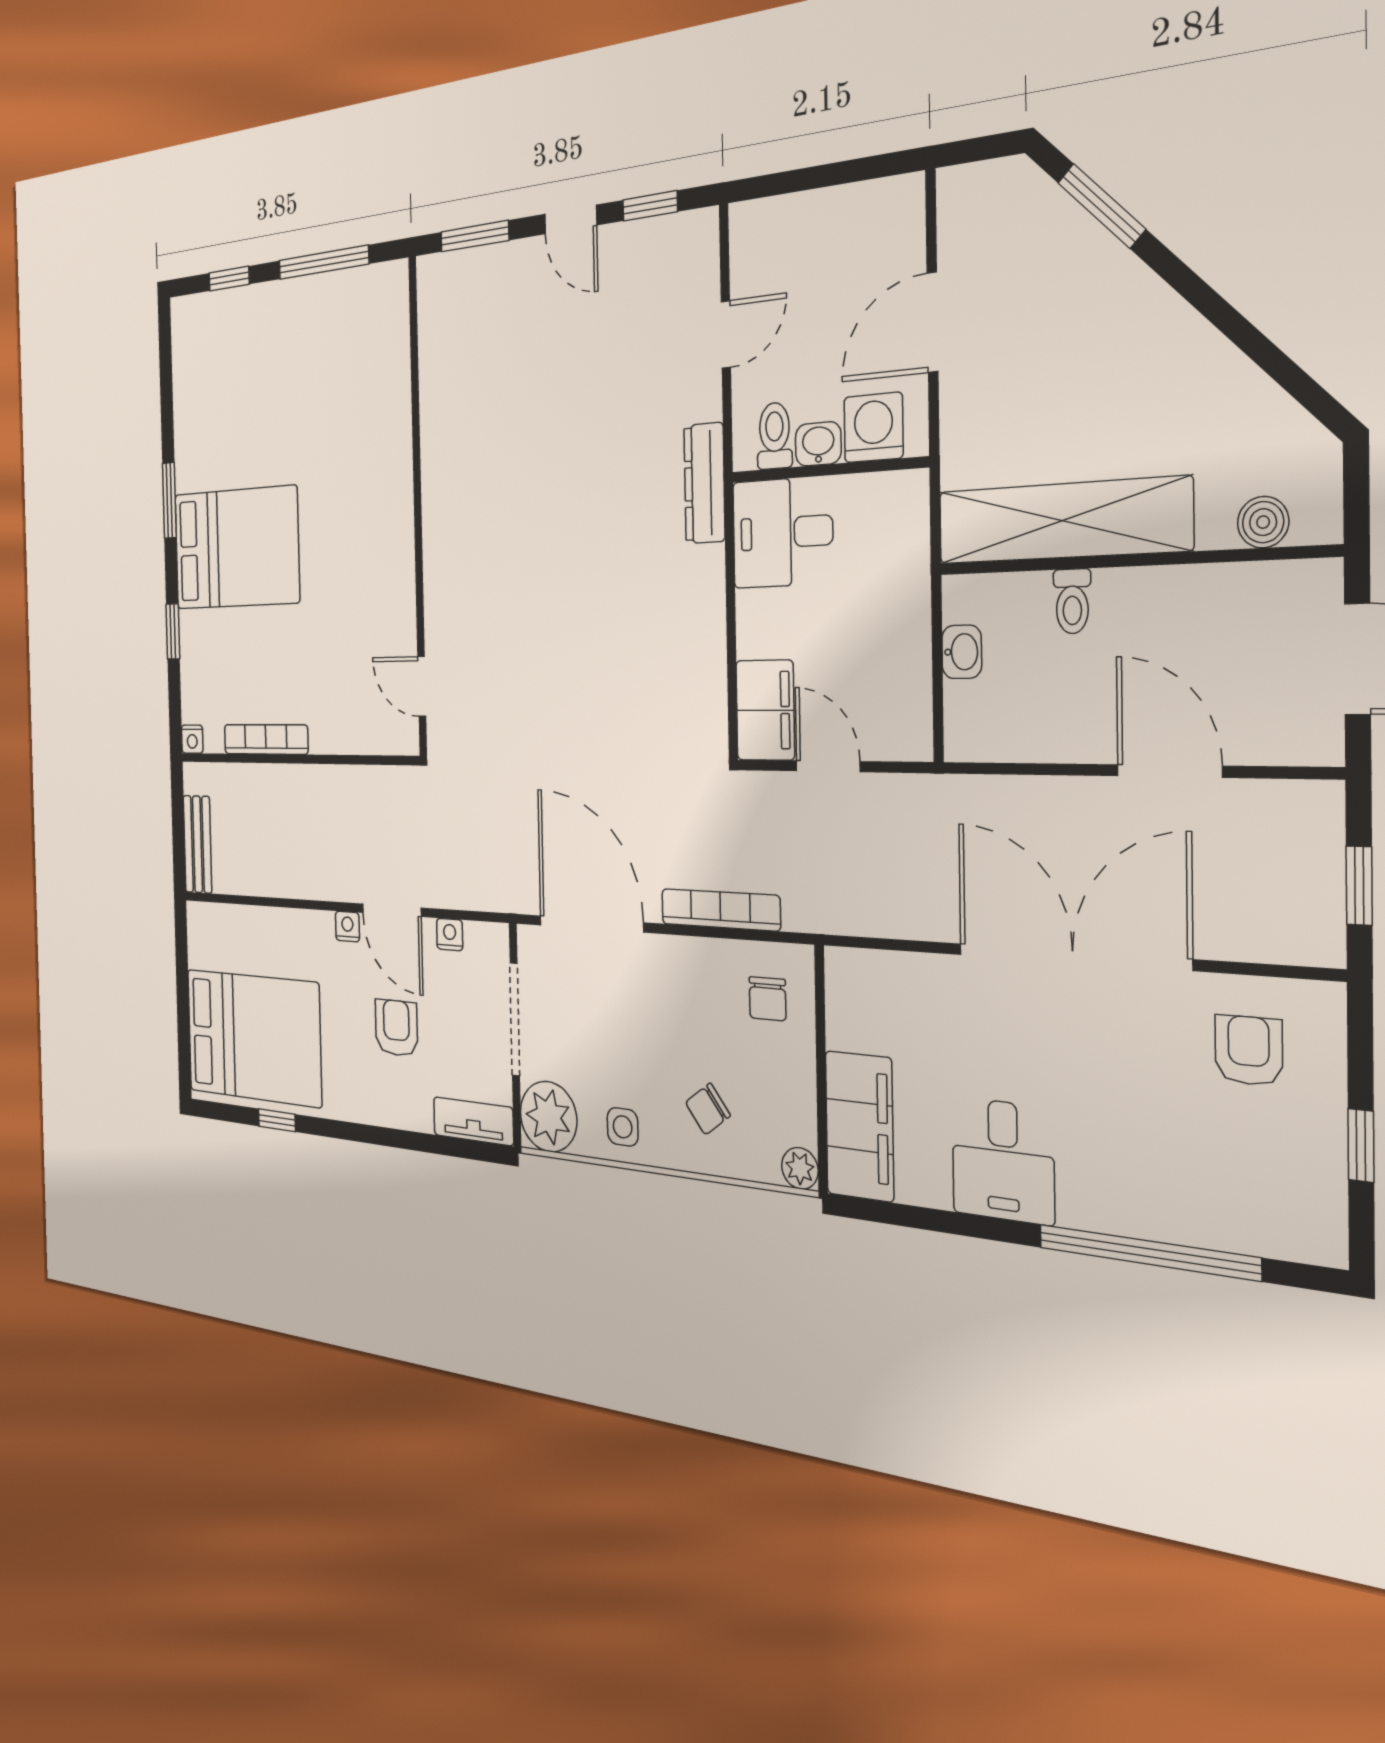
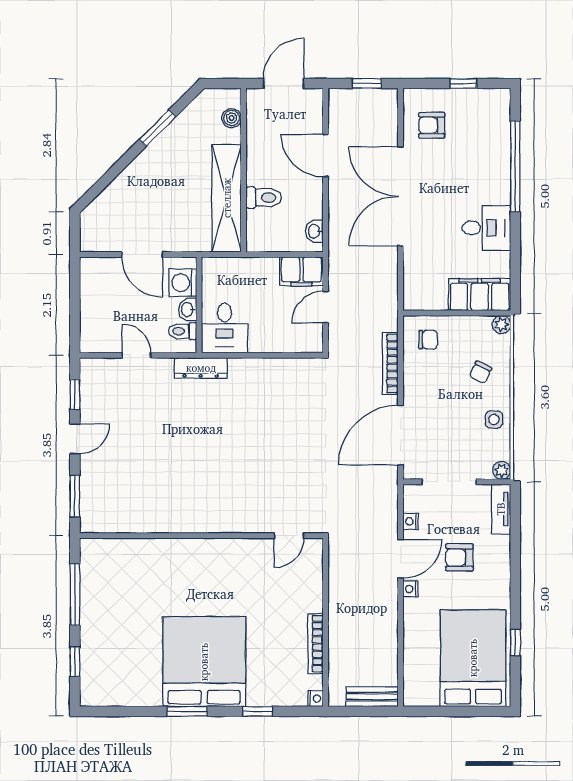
window: (1102, 206) -> (158, 128), moved
bed: (236, 548) -> (204, 662), width x1.36
toilet: (1072, 601) -> (264, 198), width x1.37, depth x1.39
washbasin: (962, 652) -> (314, 231), moved, turned -90
filing cabinet: (765, 710) -> (301, 271), moved, turned 180
door: (1169, 771) -> (326, 155), hinge flipped
chair: (708, 1109) -> (480, 372), turned 62
plant: (548, 1117) -> (502, 470), width x0.53, depth x0.53

